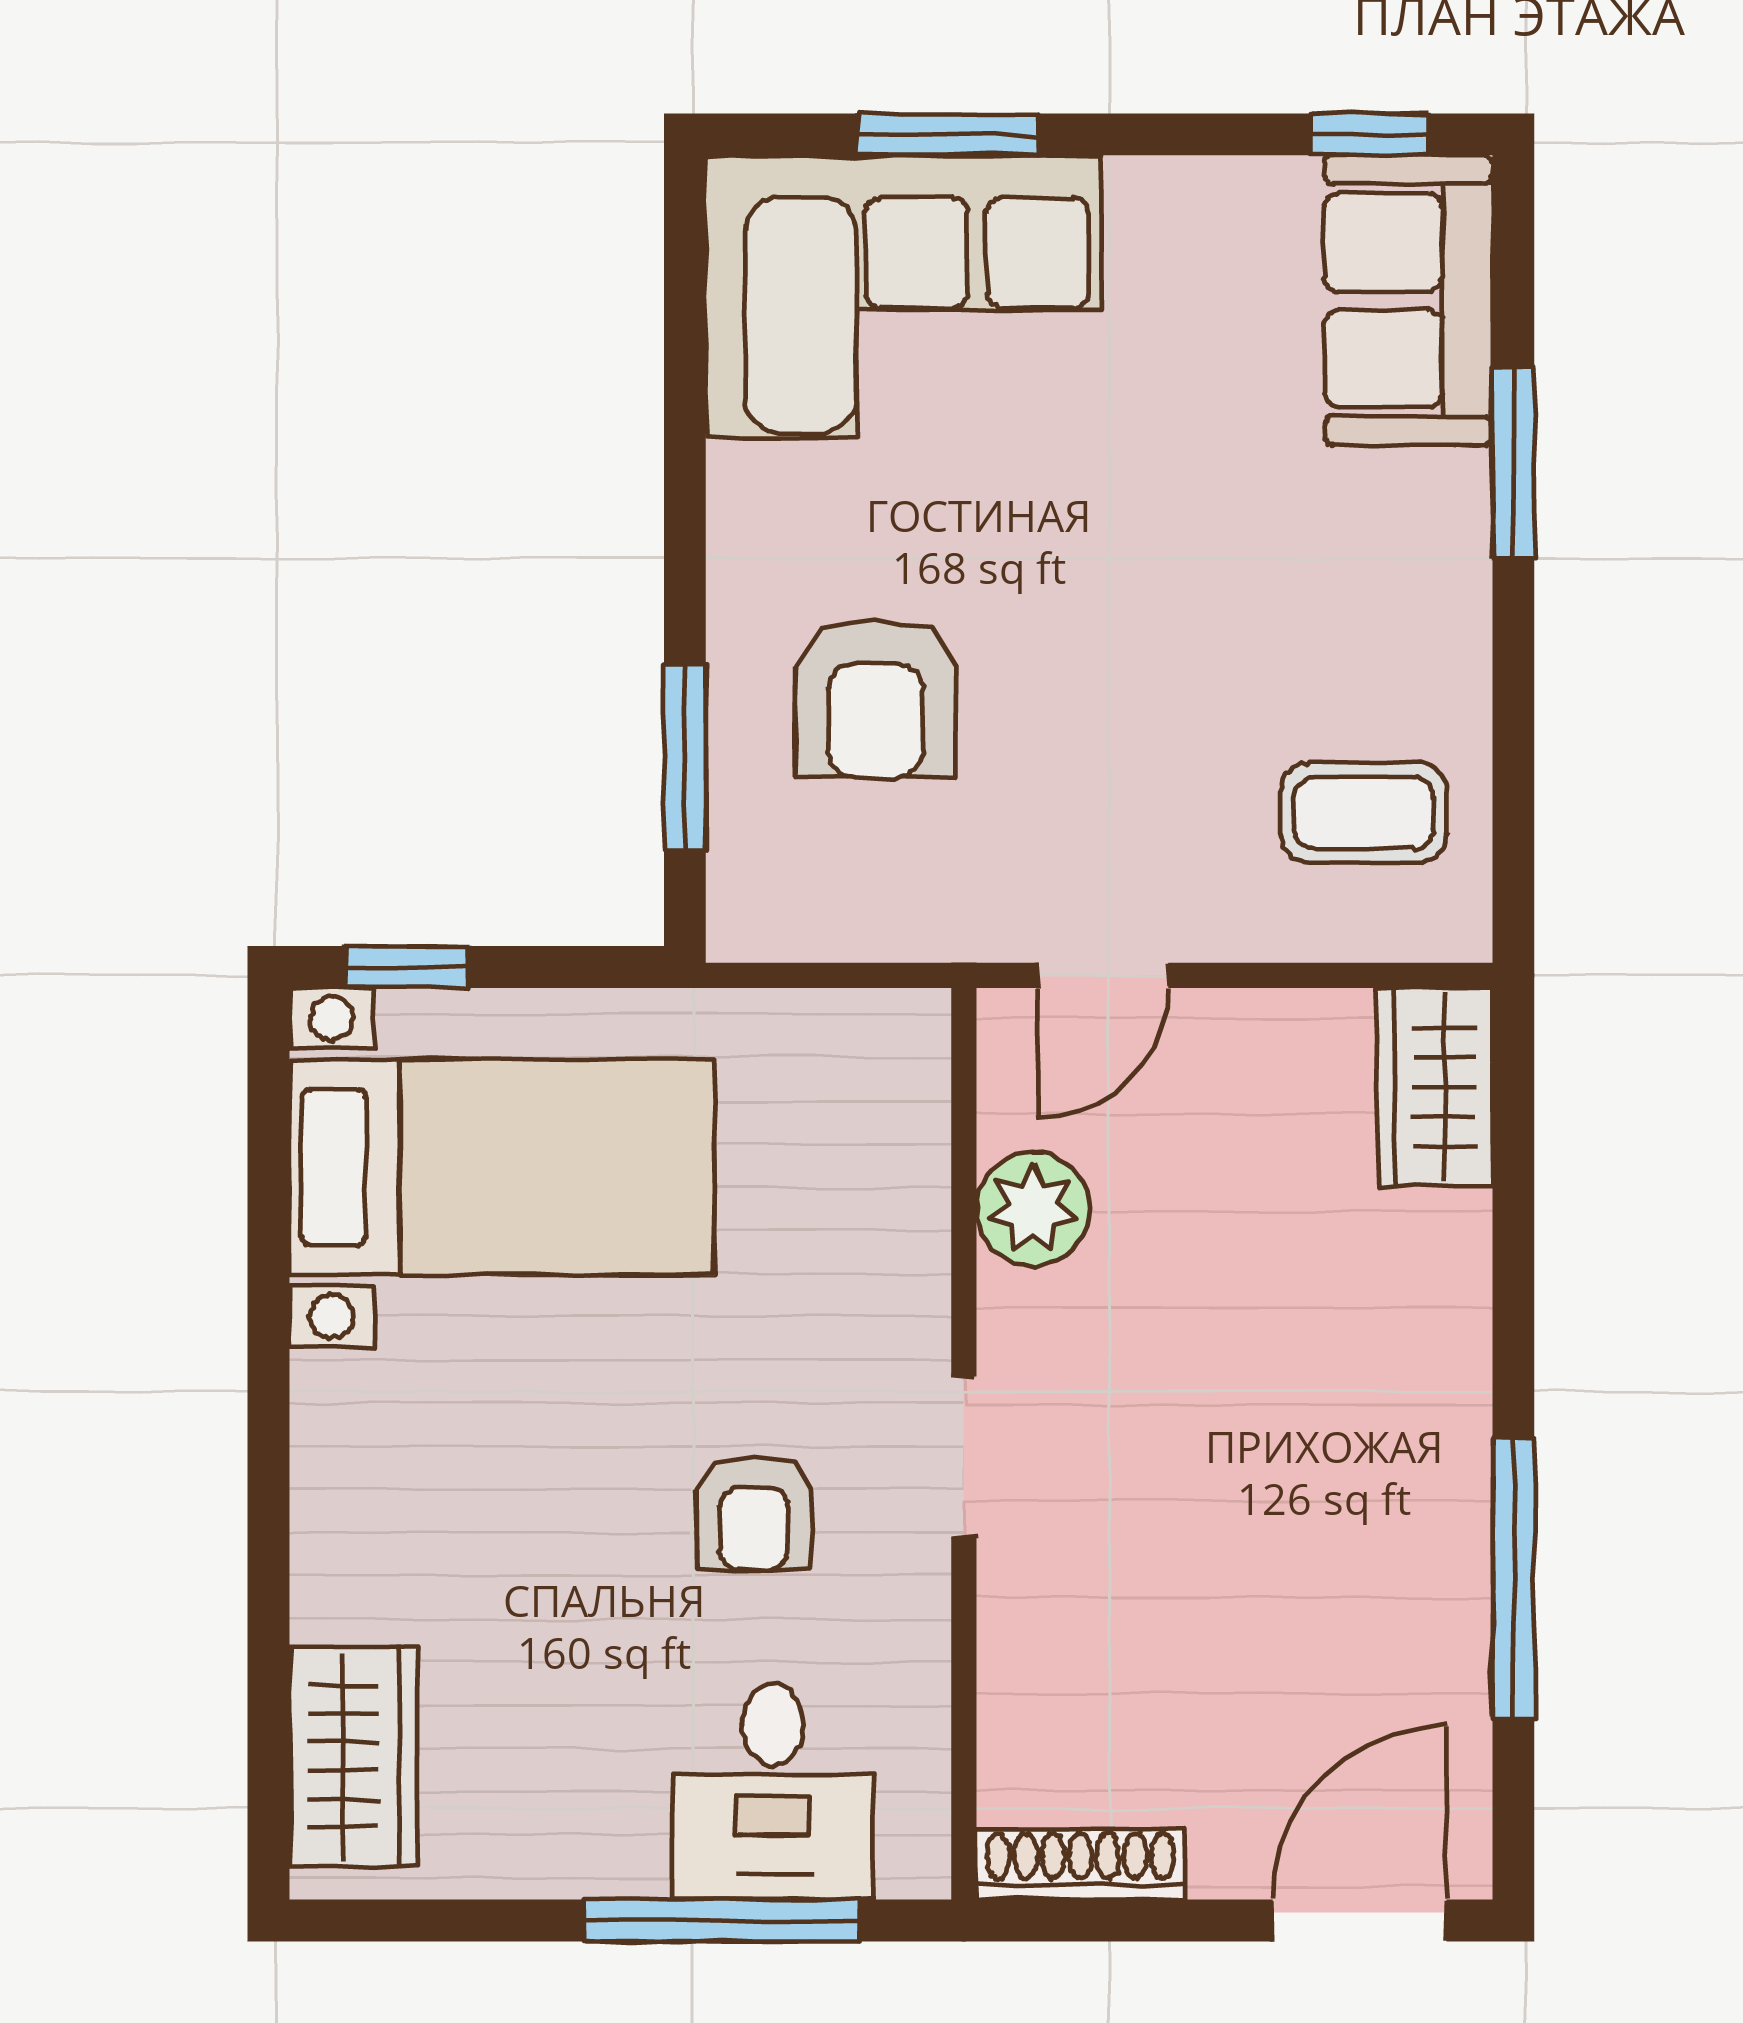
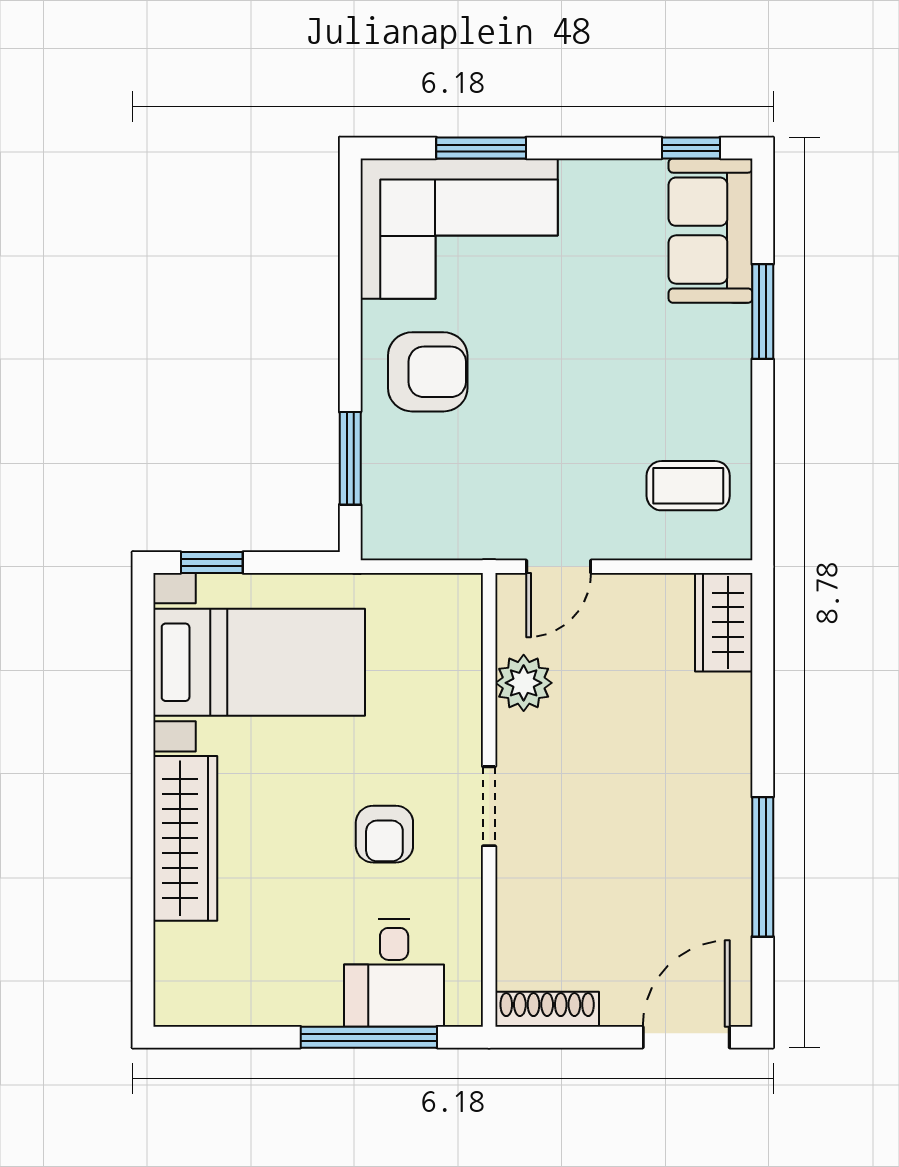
armchair: (876, 698) -> (428, 372), moved, turned -90
wardrobe: (353, 1756) -> (185, 838), moved, width x1.50

